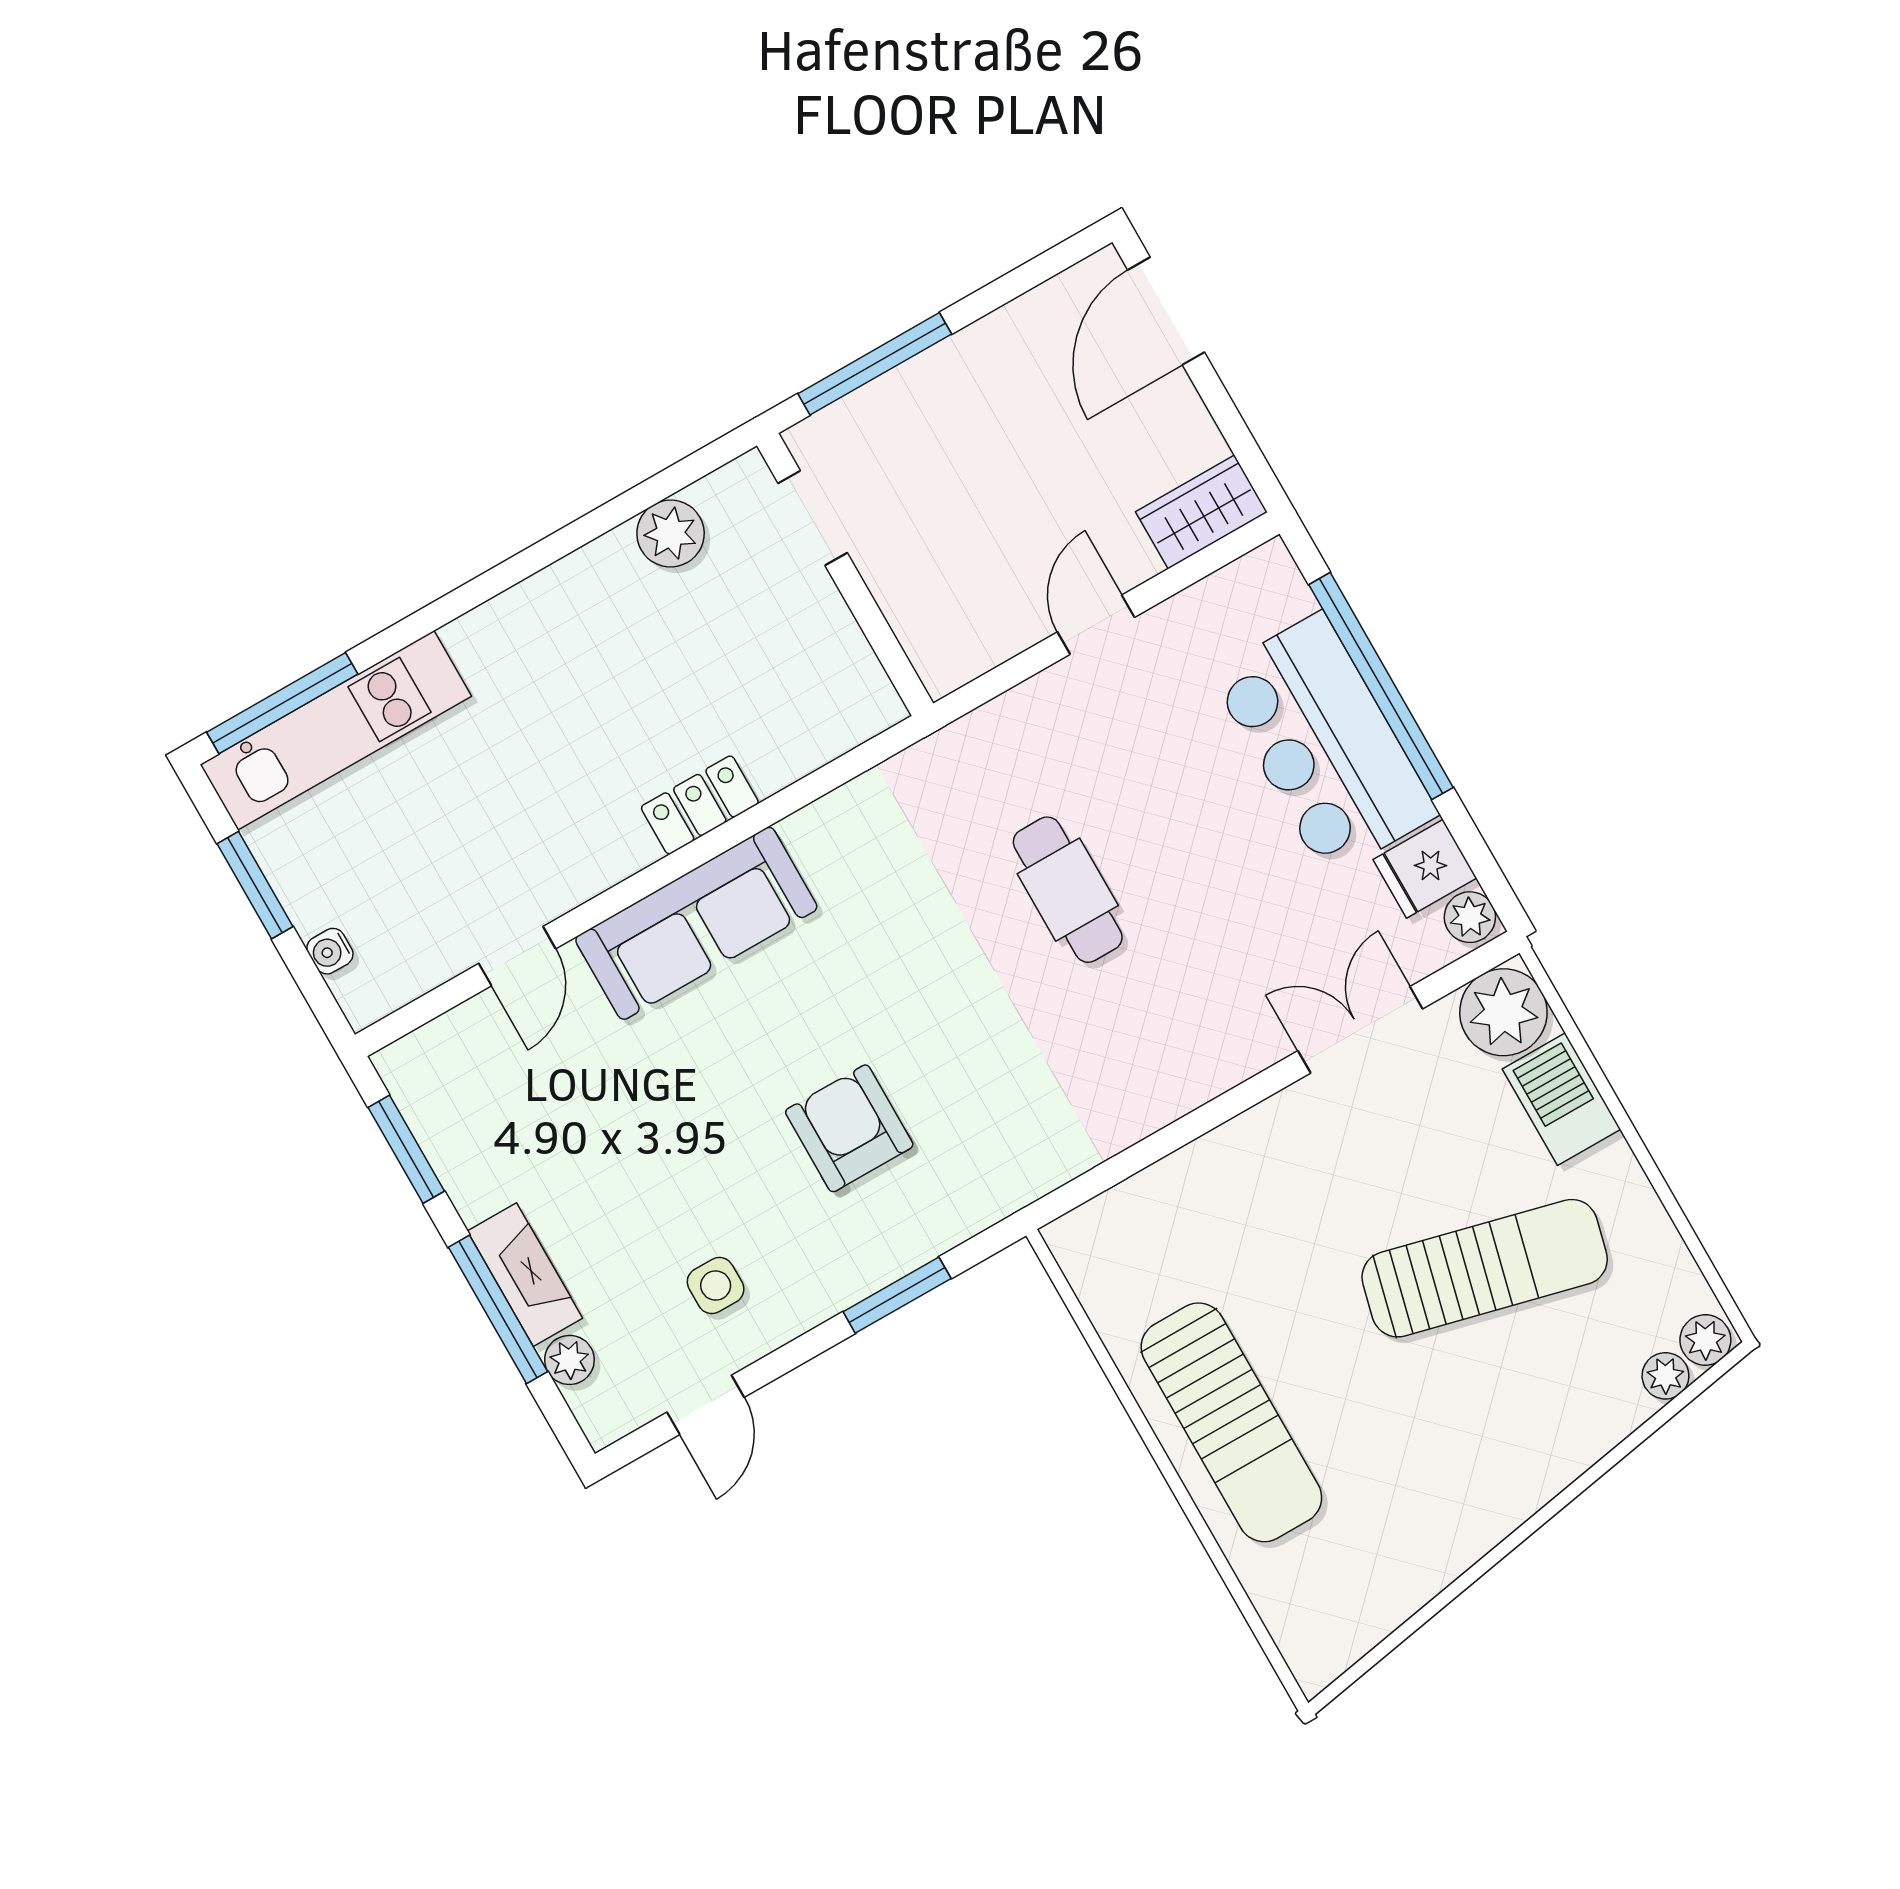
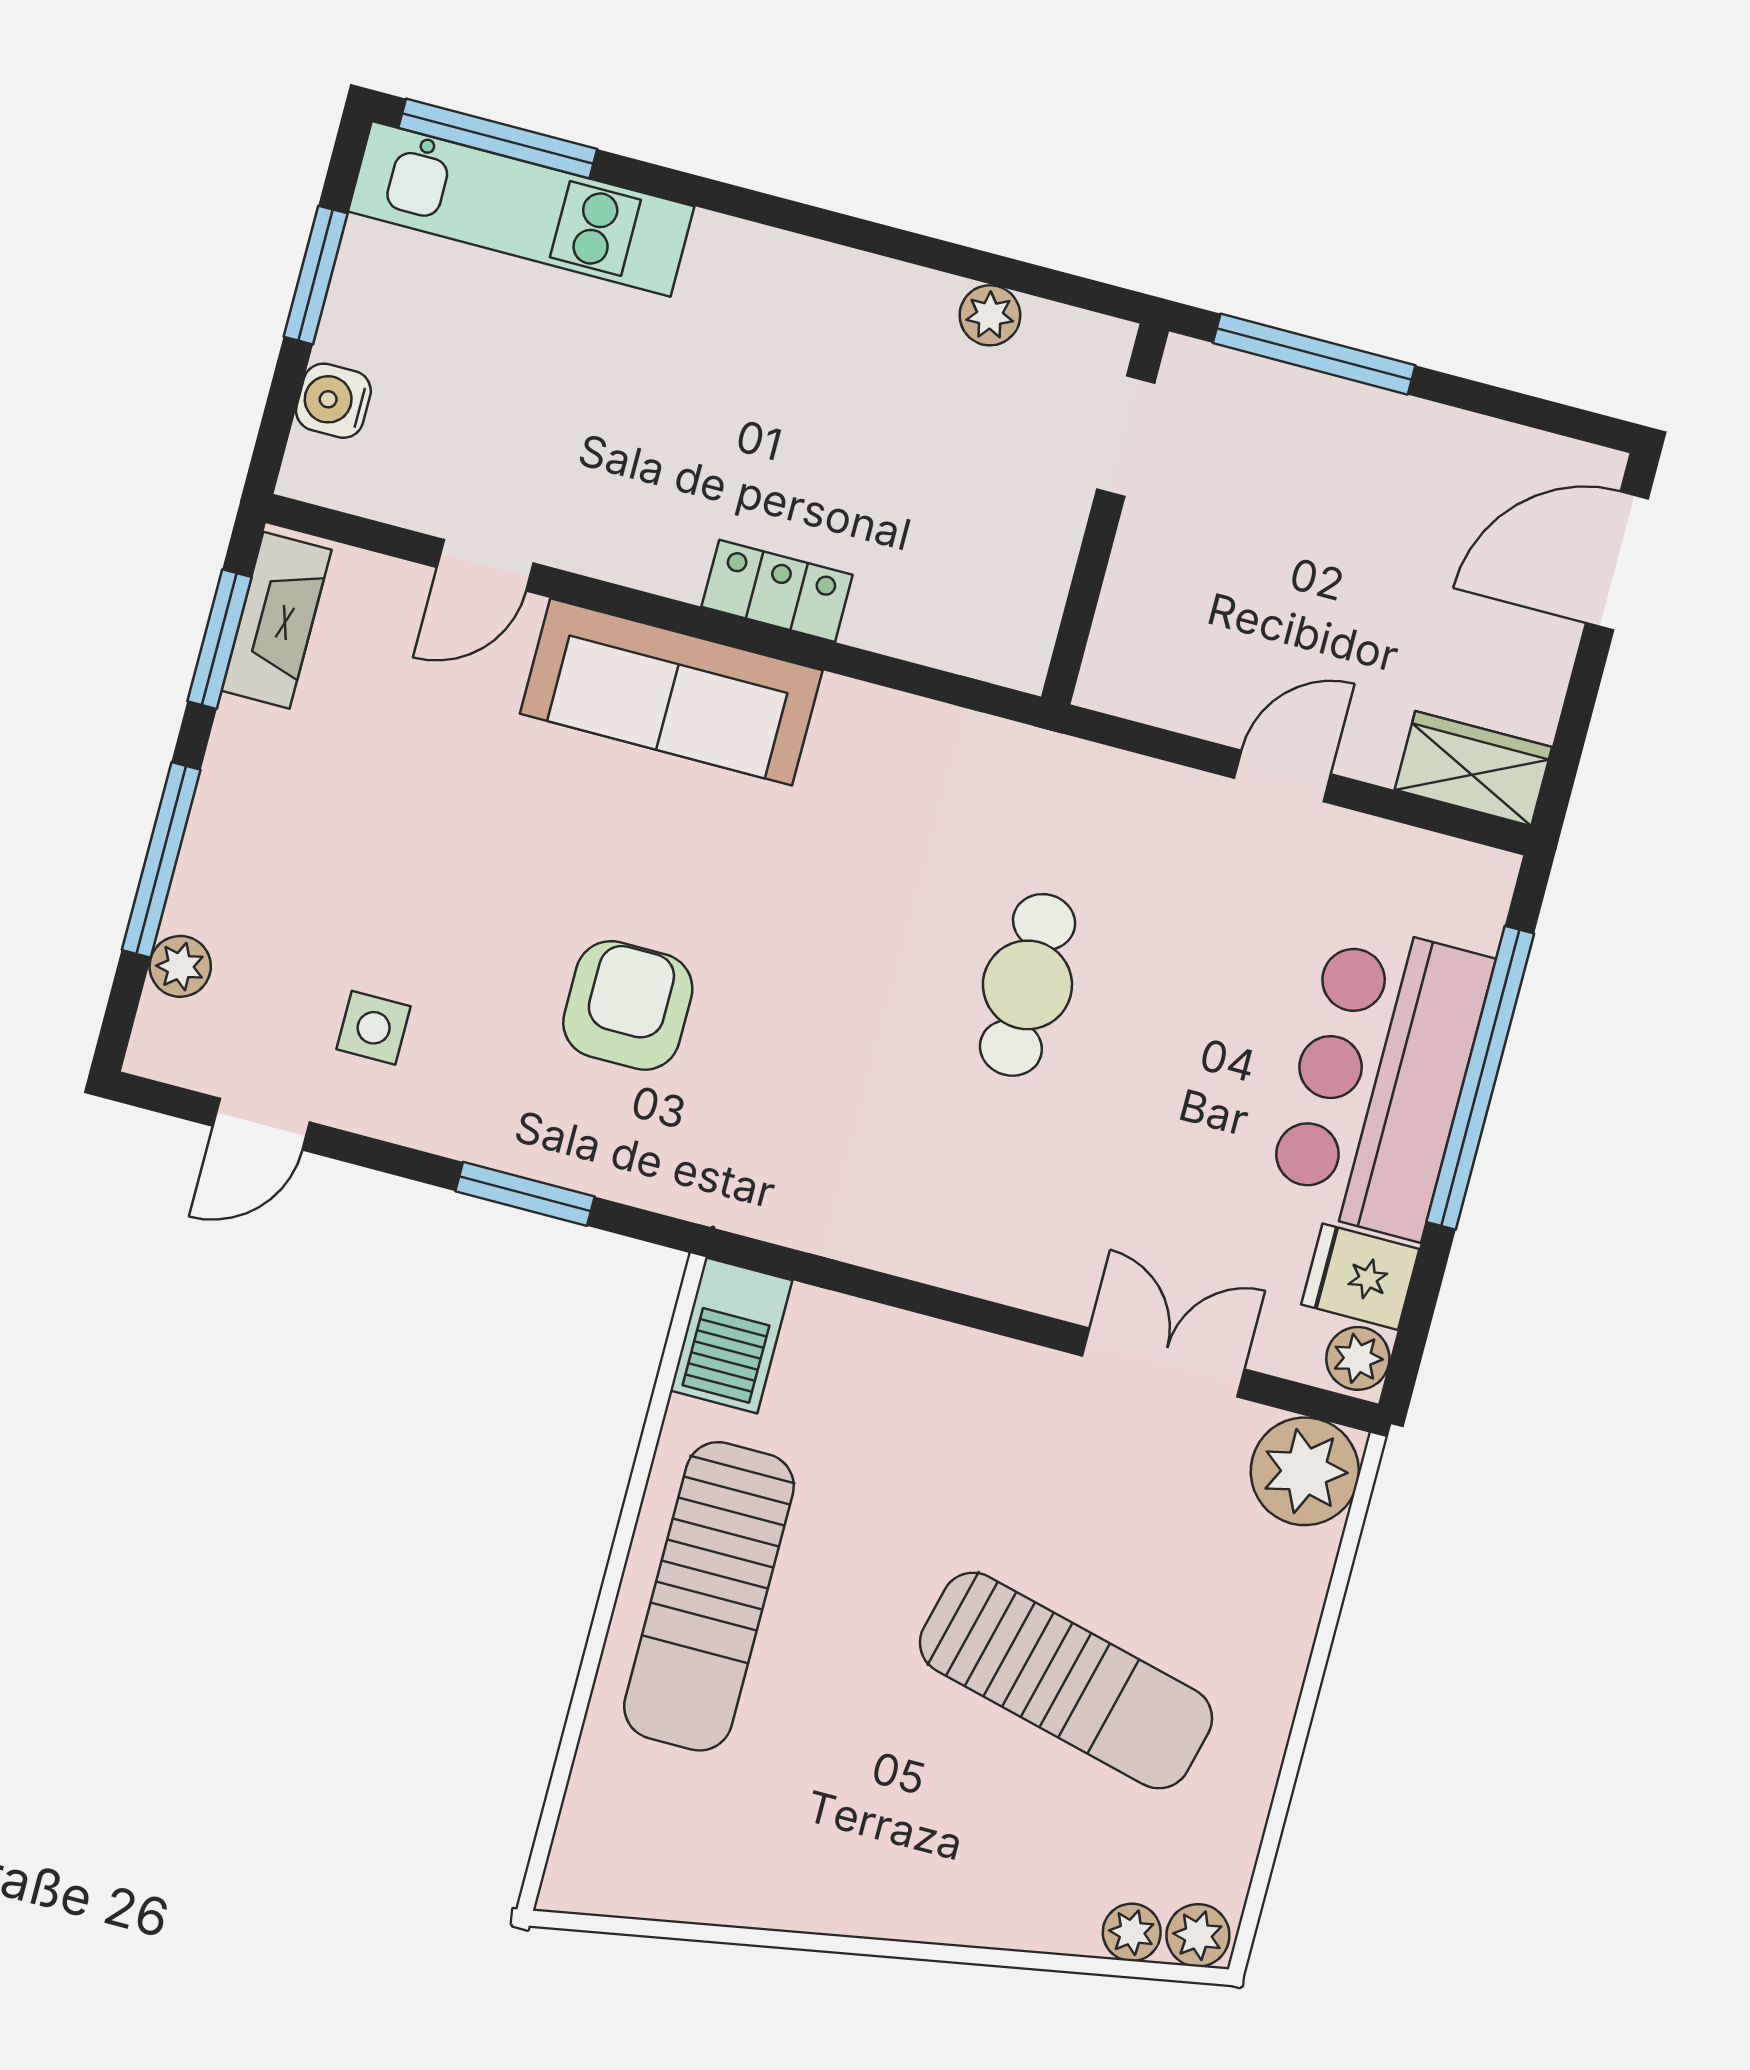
plant: (671, 534) -> (990, 315), width x0.73, depth x0.73
water cooler: (330, 951) -> (333, 401), width x1.38, depth x1.38
barbecue: (1562, 1099) -> (731, 1335), moved, turned 180
fireplace: (525, 1275) -> (276, 620), moved

